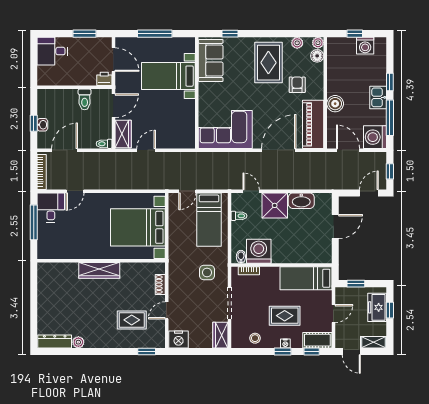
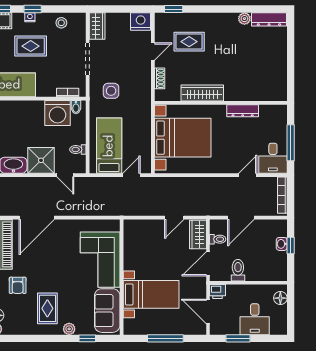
plant: (297, 43) -> (69, 329), moved
desk: (52, 51) -> (255, 319), moved, turned 90
rug: (268, 63) -> (47, 308), width x0.73, depth x0.70
floor lamp: (44, 73) -> (280, 298), added
corner sofa: (225, 129) -> (100, 260), moved, turned 90
toilet: (104, 144) -> (218, 239), moved
door: (64, 150) -> (241, 218), moved
dresser: (80, 253) -> (243, 111), added
wardrobe: (99, 270) -> (202, 93), moved

